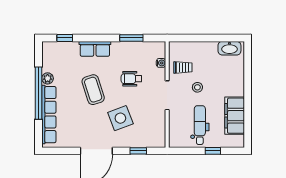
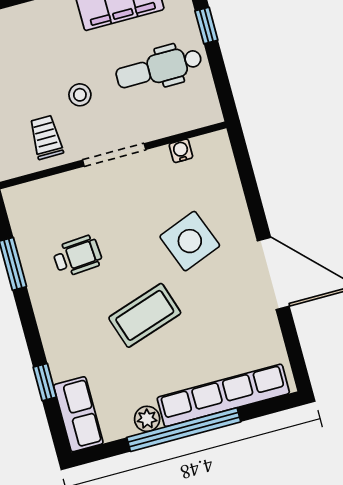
window: (65, 38) -> (45, 382), moved
row of seats: (95, 49) -> (78, 414), moved
water cooler: (161, 63) -> (181, 151), moved
wheelchair: (131, 79) -> (77, 256), moved, turned -94
window: (138, 151) -> (249, 184), removed

